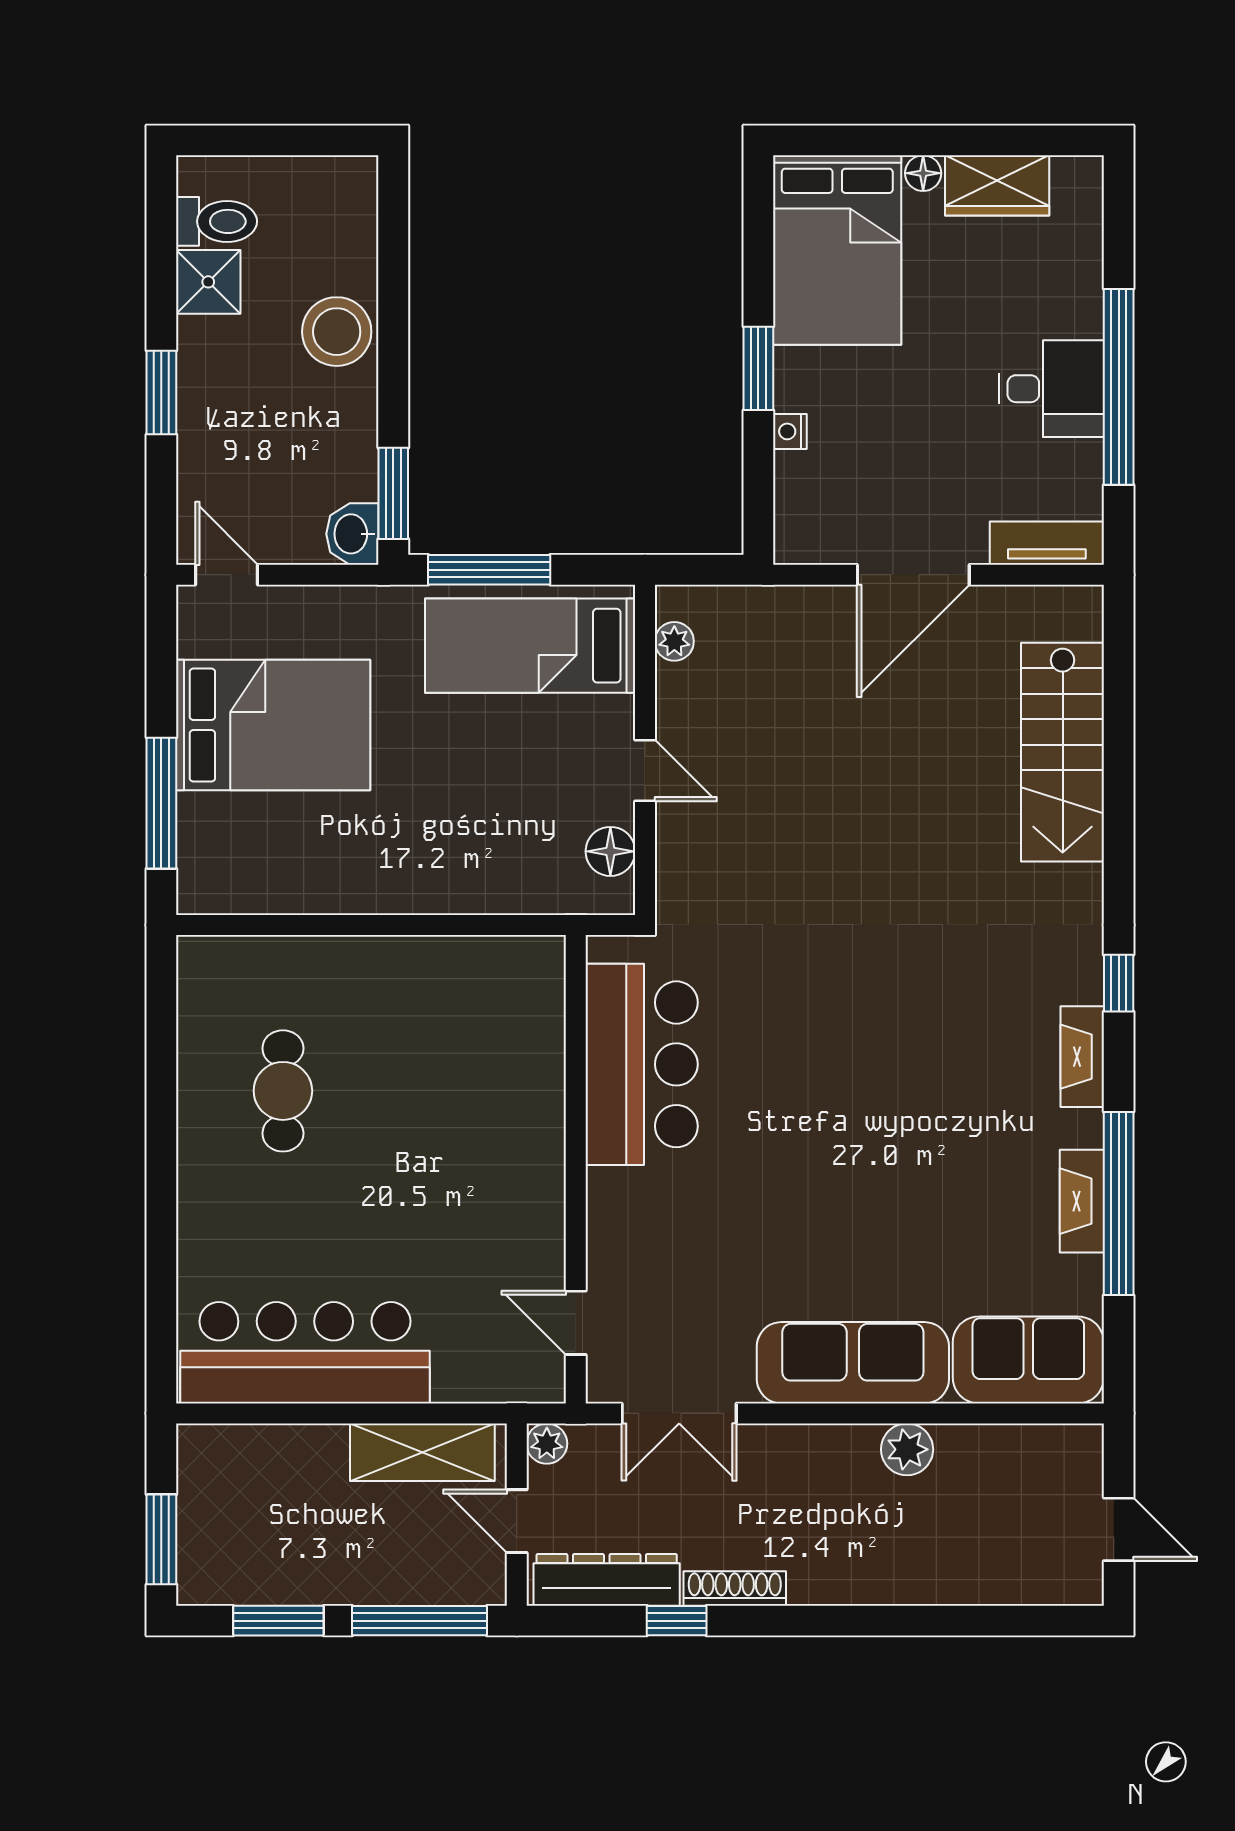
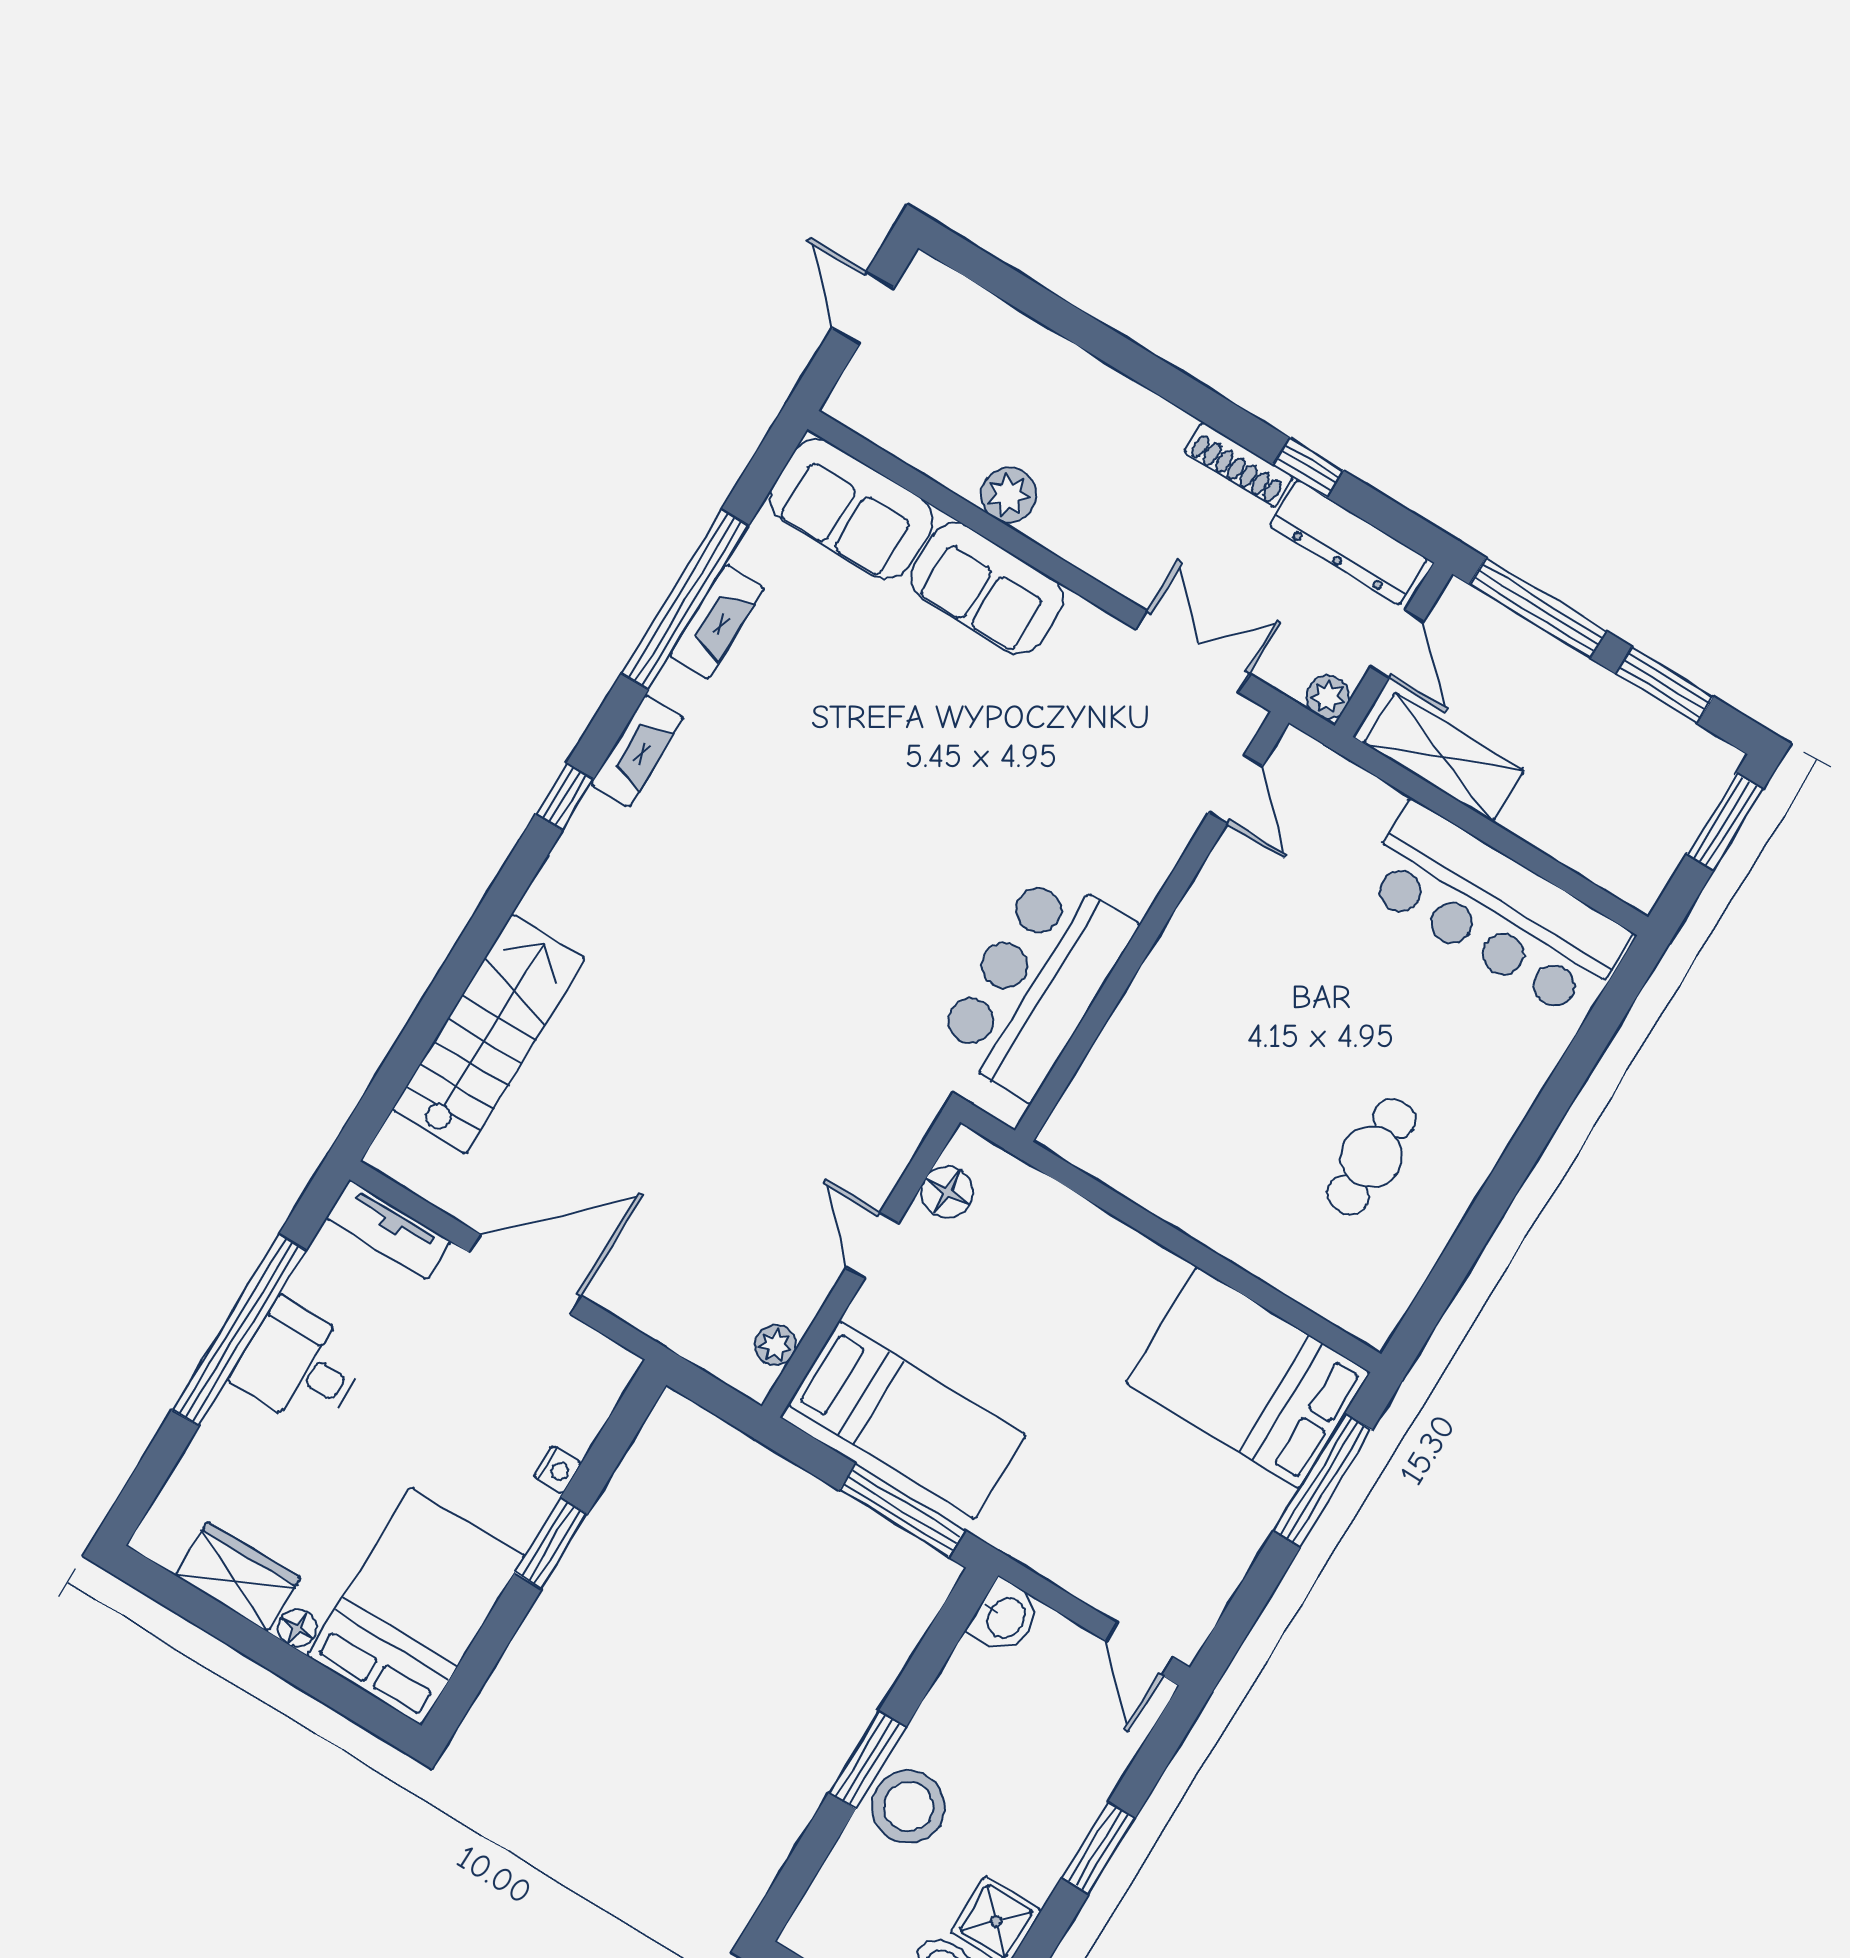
window: (393, 493) -> (867, 1760), moved
bed: (273, 725) -> (1248, 1378), moved
sofa: (853, 1363) -> (987, 588), width x0.73

